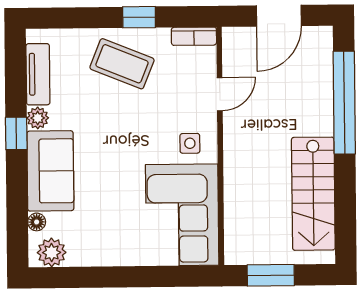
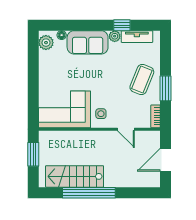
door: (279, 16) -> (166, 160), hinge flipped
window: (139, 17) -> (166, 88), width x1.50
window: (344, 103) -> (89, 193), moved
window: (16, 133) -> (122, 25), moved

